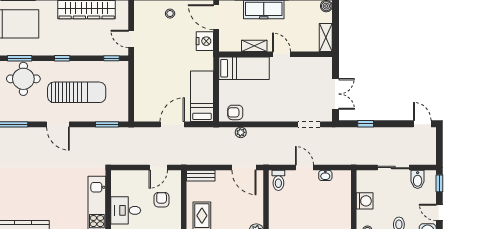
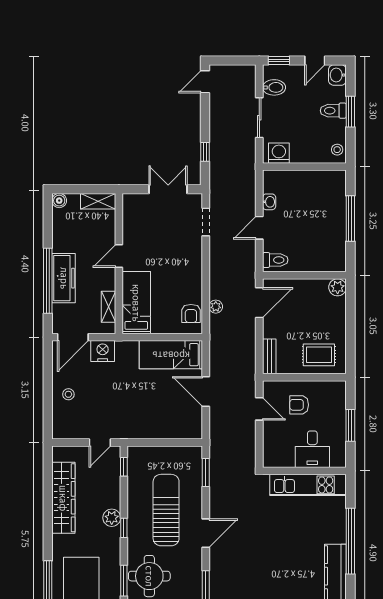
shelving: (254, 46) -> (108, 307), moved
plant: (70, 48) -> (112, 518), added
washing machine: (365, 201) -> (279, 153), moved

